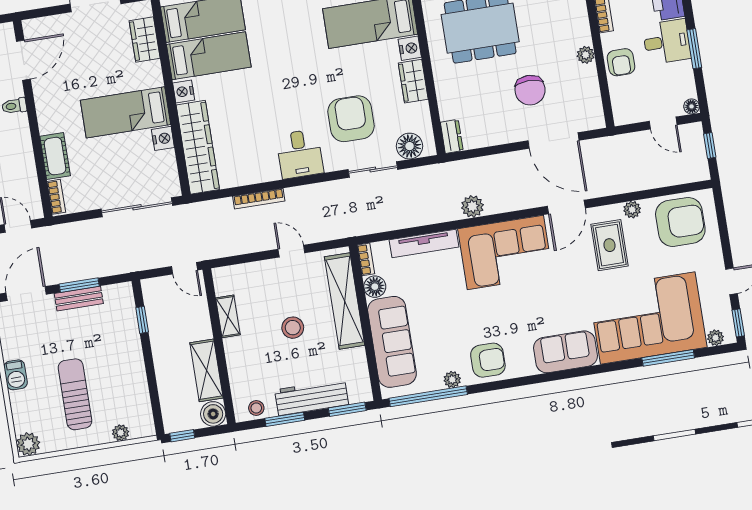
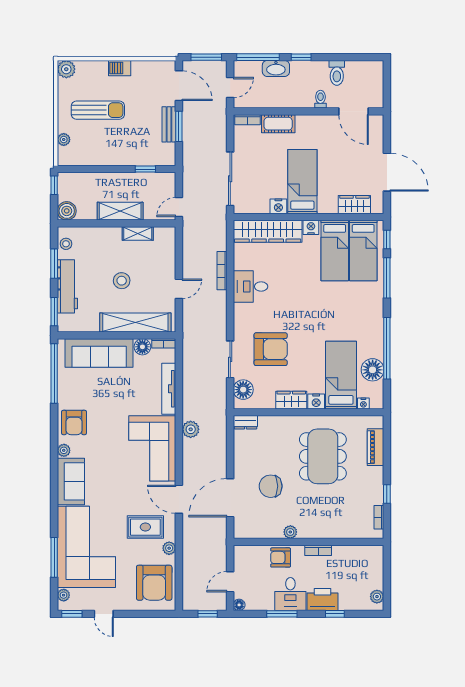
desk: (300, 154) -> (250, 286), moved
shelving: (207, 370) -> (120, 211), moved
plant: (452, 380) -> (64, 450), moved

